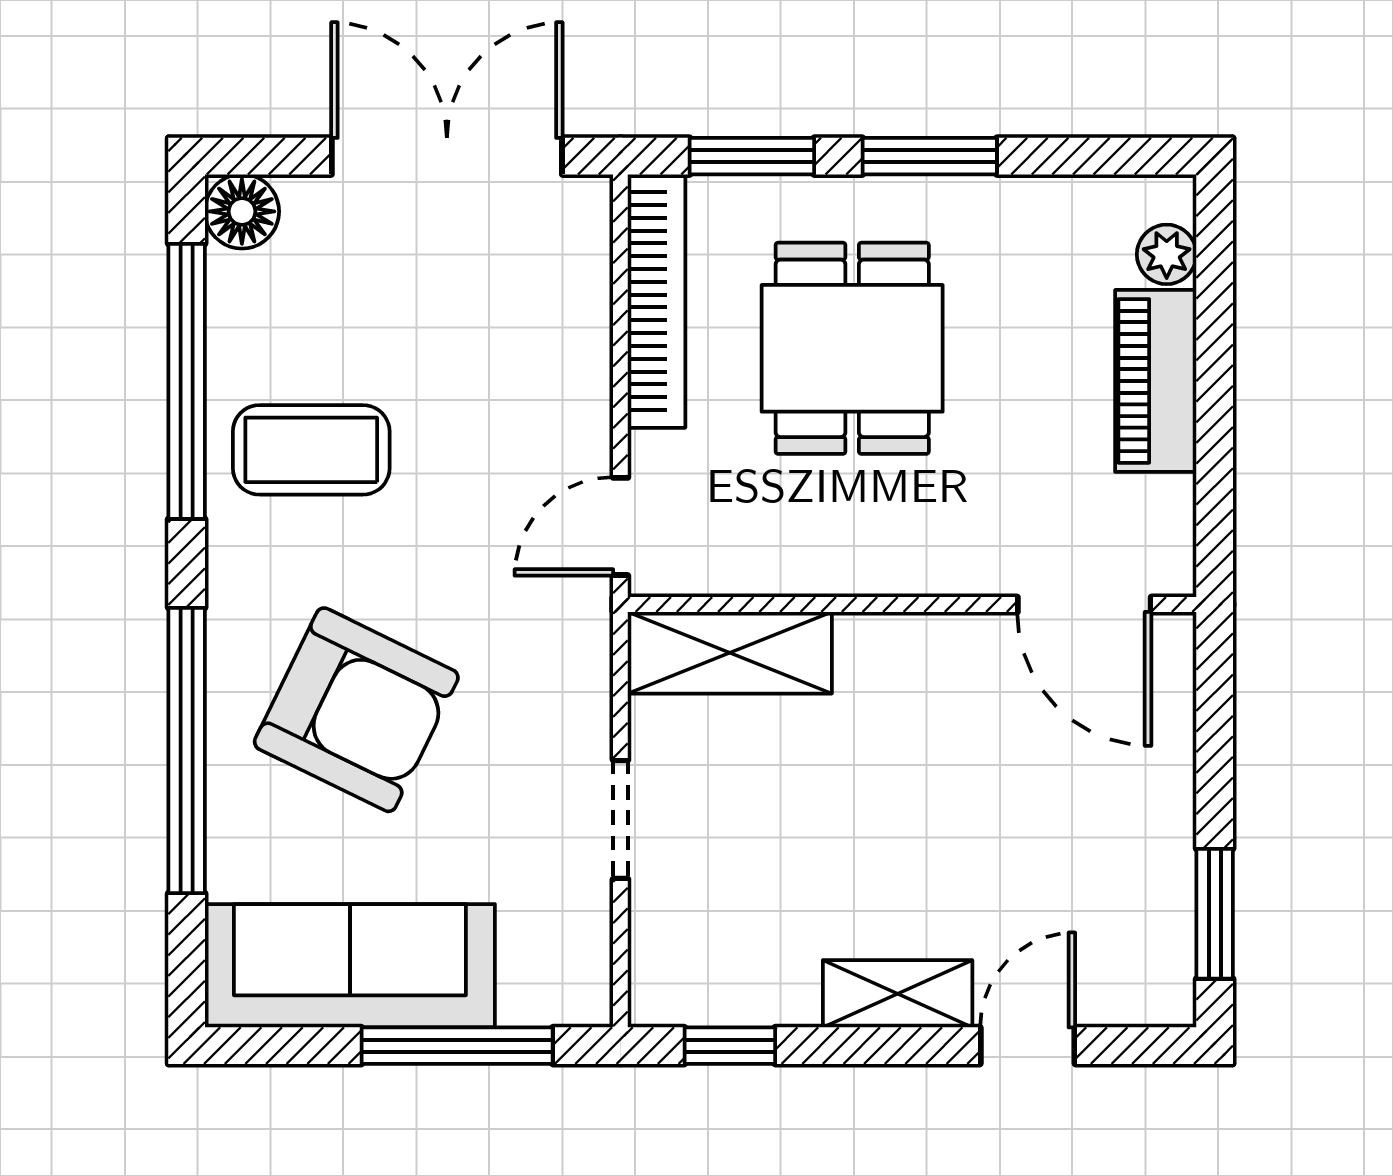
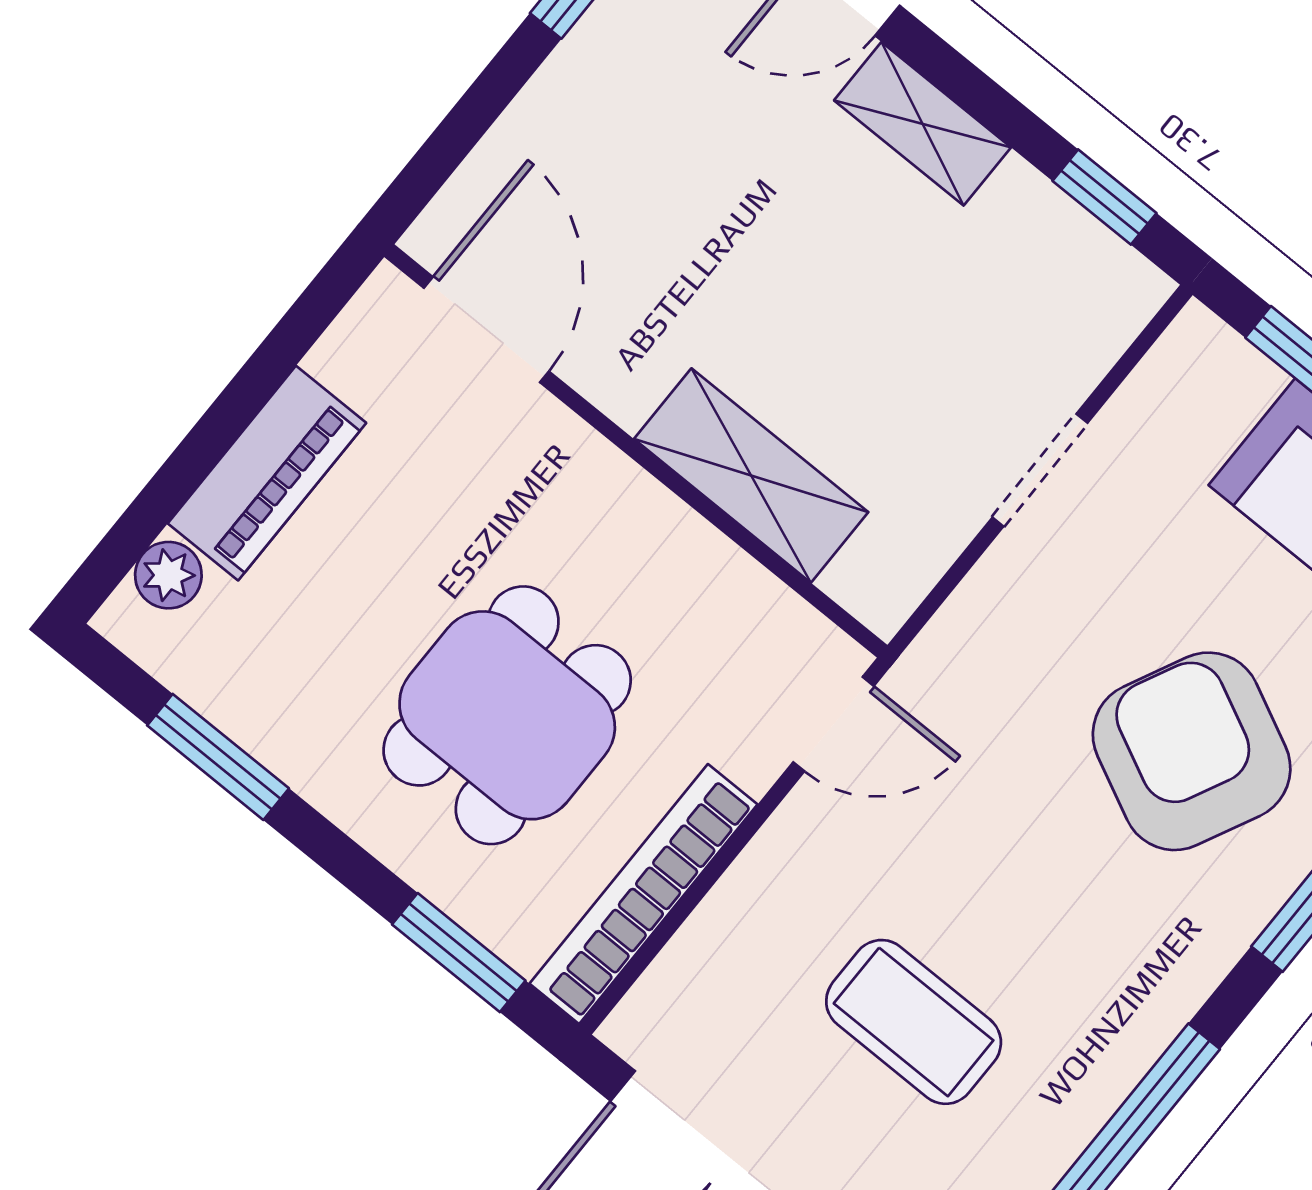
window: (930, 156) -> (218, 757), moved
coffee table: (311, 450) -> (914, 1022), moved
shelving: (730, 653) -> (751, 475), moved

